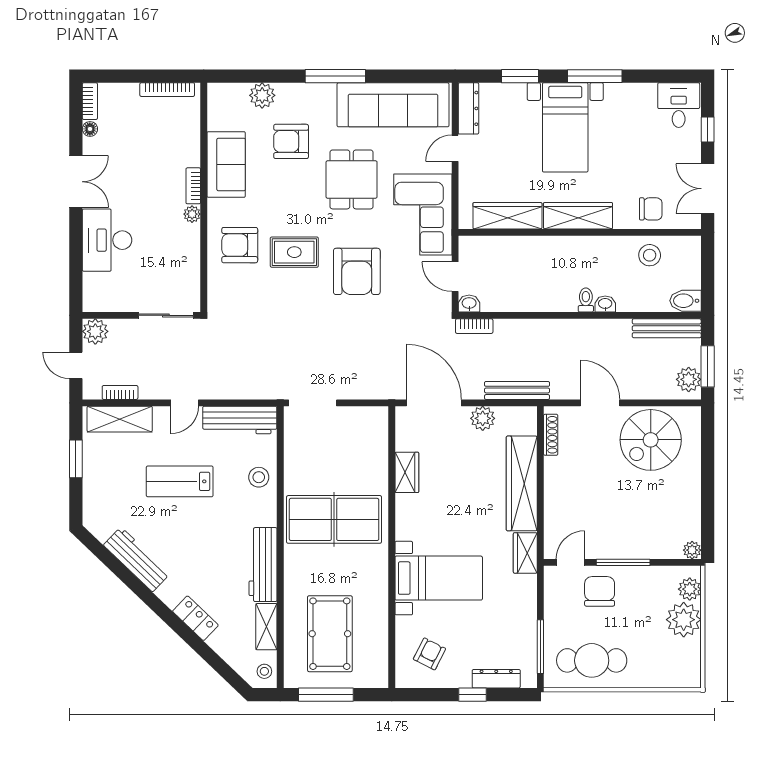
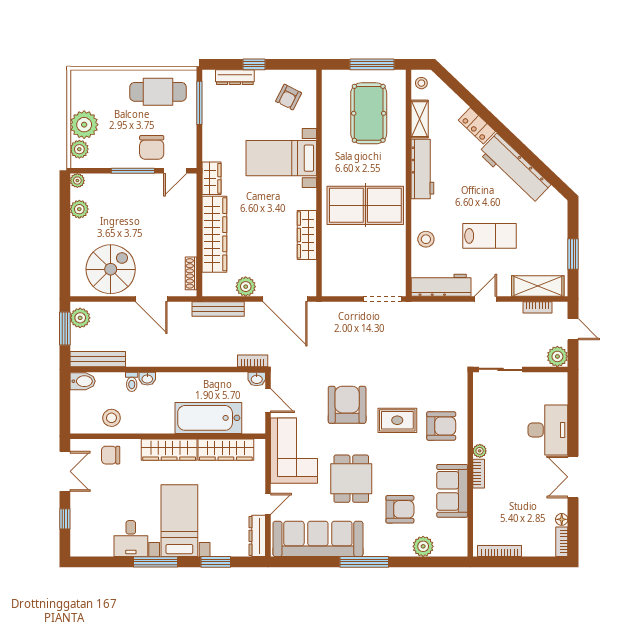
desk: (679, 105) -> (131, 539), moved
bathtub: (529, 255) -> (208, 418), added
toilet: (586, 300) -> (132, 382), moved
wardrobe: (407, 472) -> (307, 235), width x1.50
plant: (690, 515) -> (79, 209), added
workbench: (137, 559) -> (515, 169), width x1.36, depth x1.32

